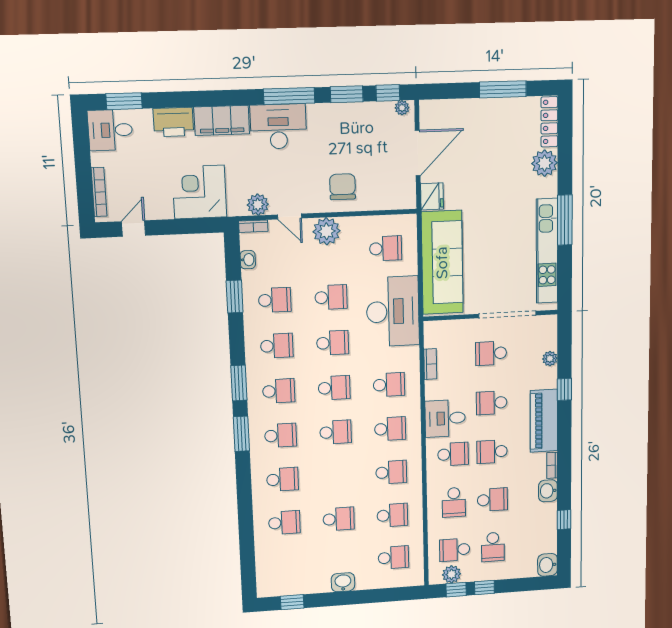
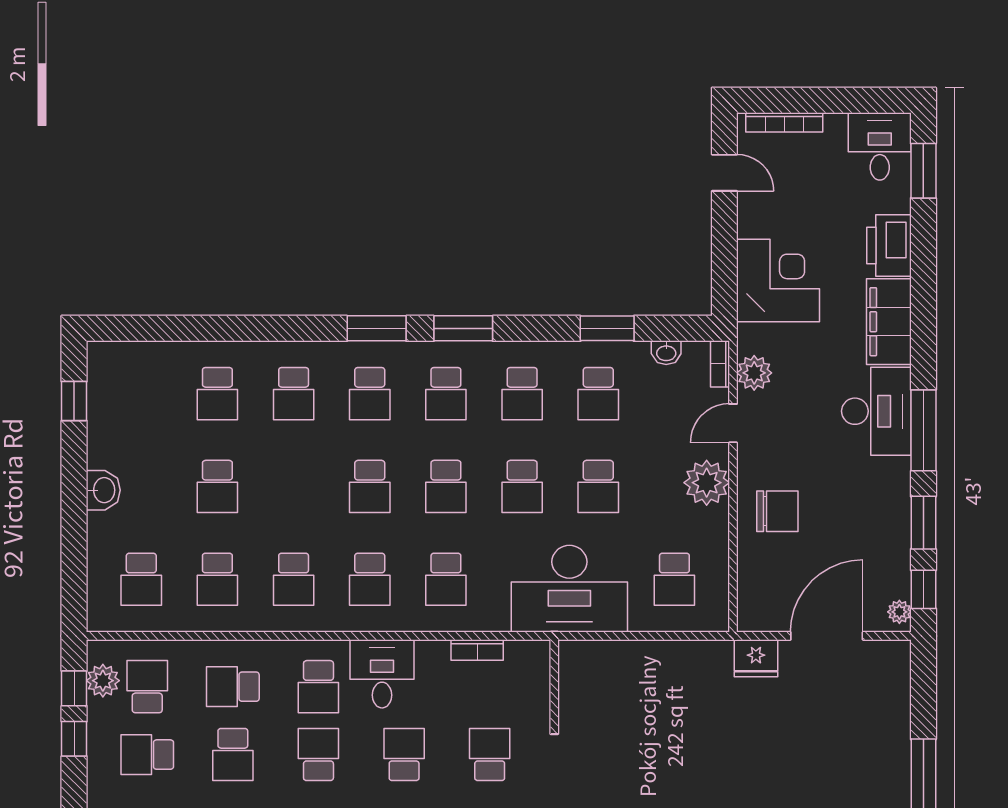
door: (418, 153) -> (827, 636), swing flipped
sofa: (442, 263) -> (647, 673), removed

